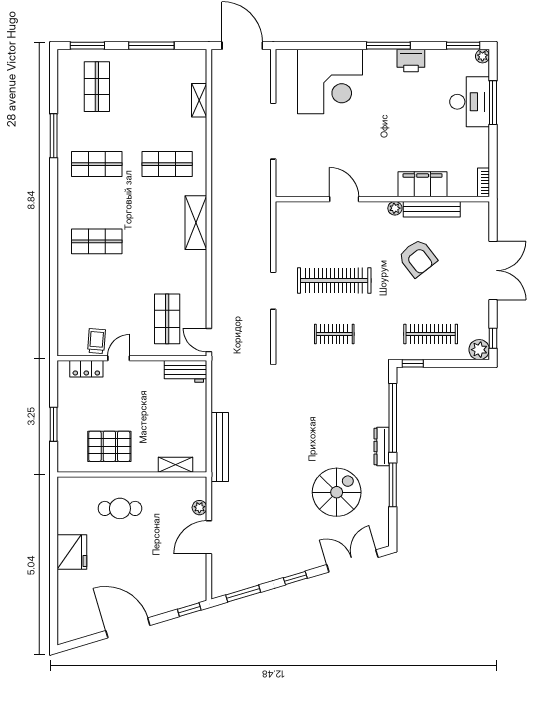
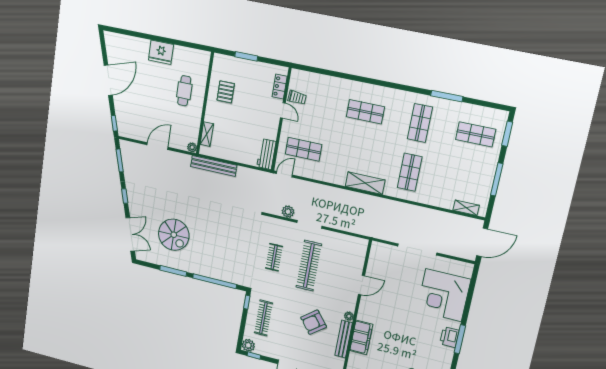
printer: (411, 61) -> (449, 337), moved
shelving: (199, 100) -> (466, 208), moved
shop shelf: (97, 241) -> (365, 112), turned 90
plant: (262, 325) -> (288, 212), added
pallet: (109, 446) -> (226, 92), width x0.67, depth x0.71
dresser: (382, 447) -> (198, 270), removed
plant: (199, 508) -> (192, 147), moved
door: (209, 537) -> (158, 146), hinge flipped

